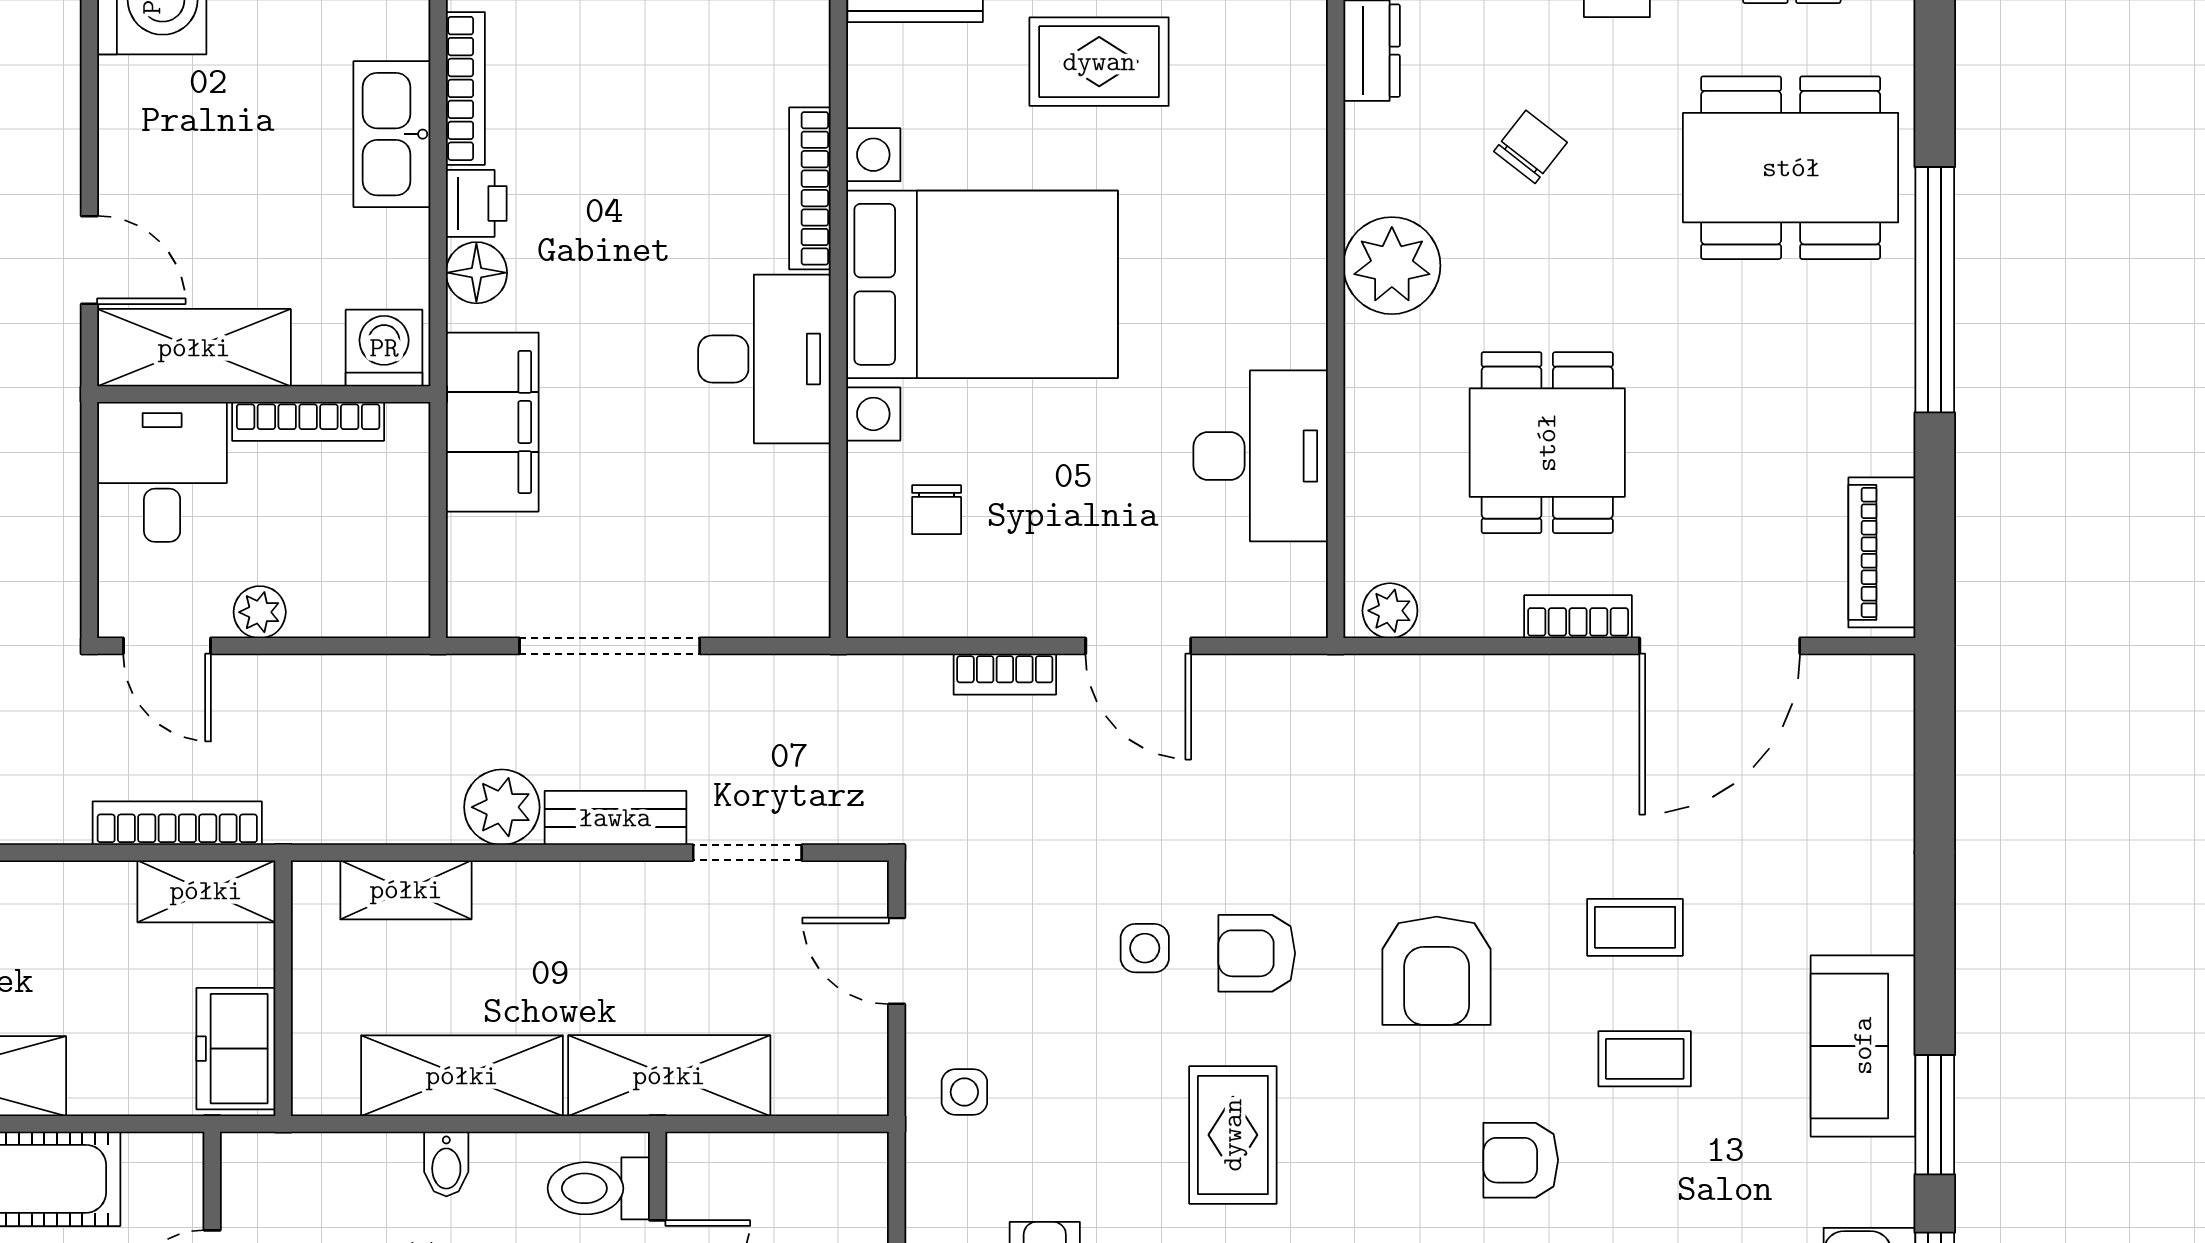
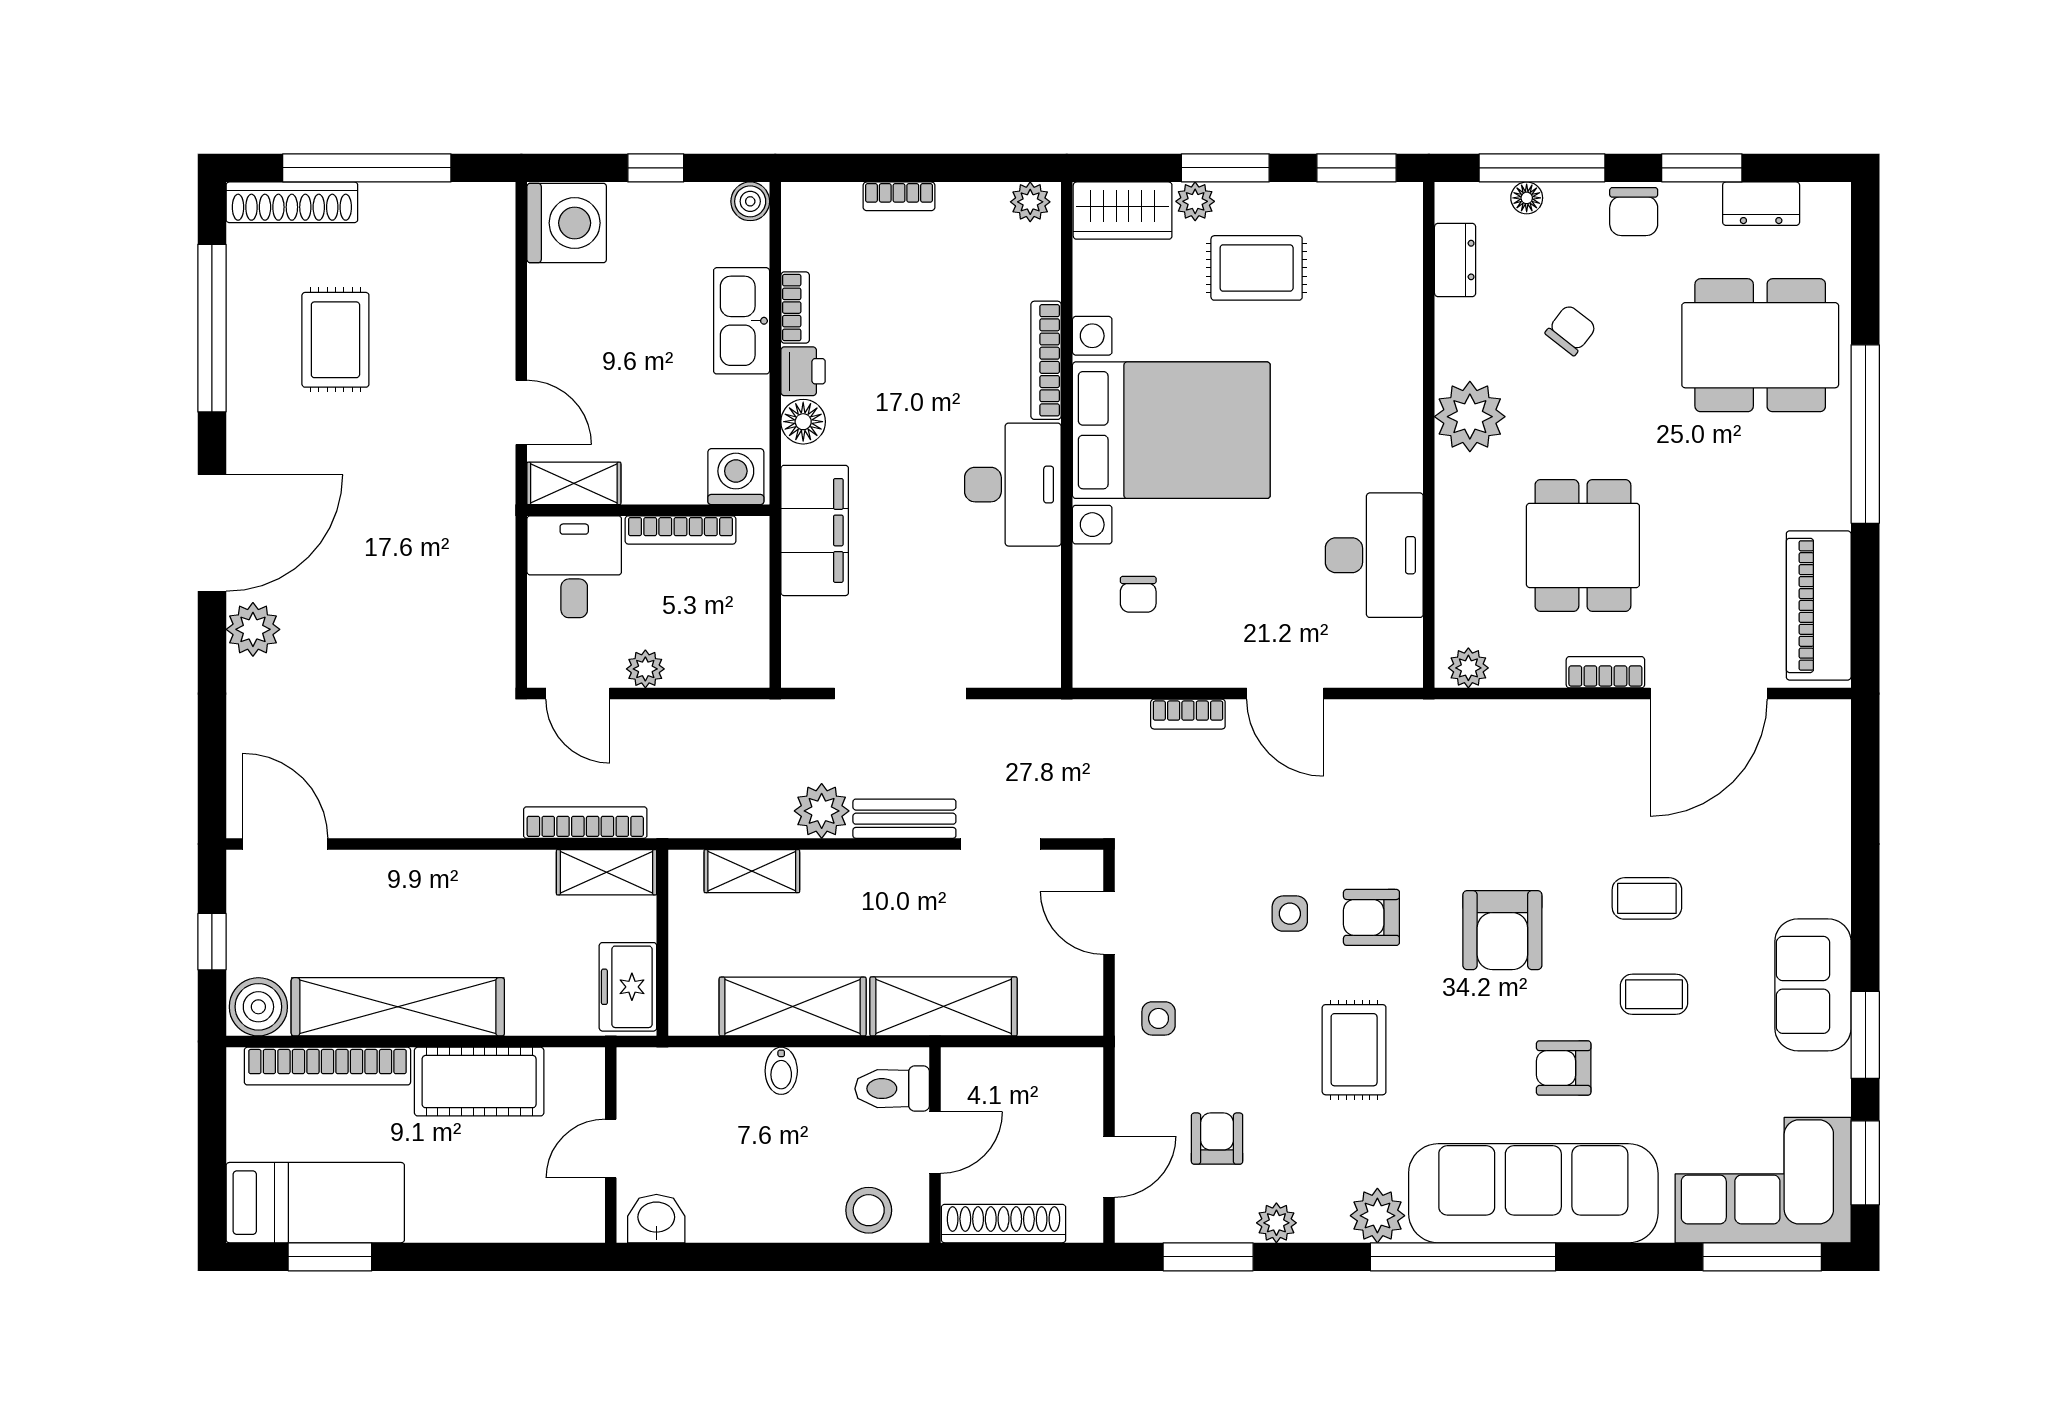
bookcase: (465, 88) -> (795, 308), width x0.64
shelving: (194, 348) -> (574, 483), width x0.67, depth x0.75
piano: (1882, 552) -> (1819, 605), width x1.37, depth x1.33

